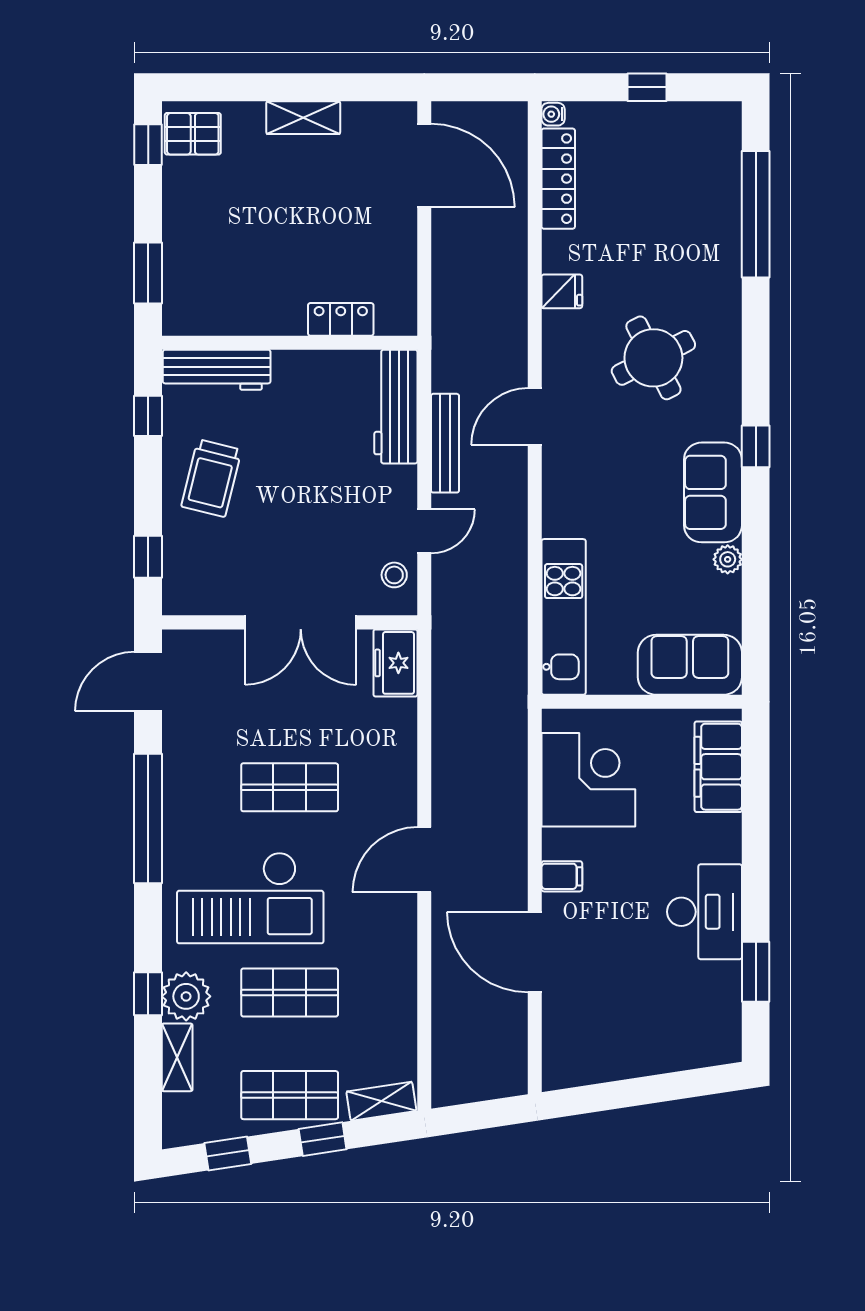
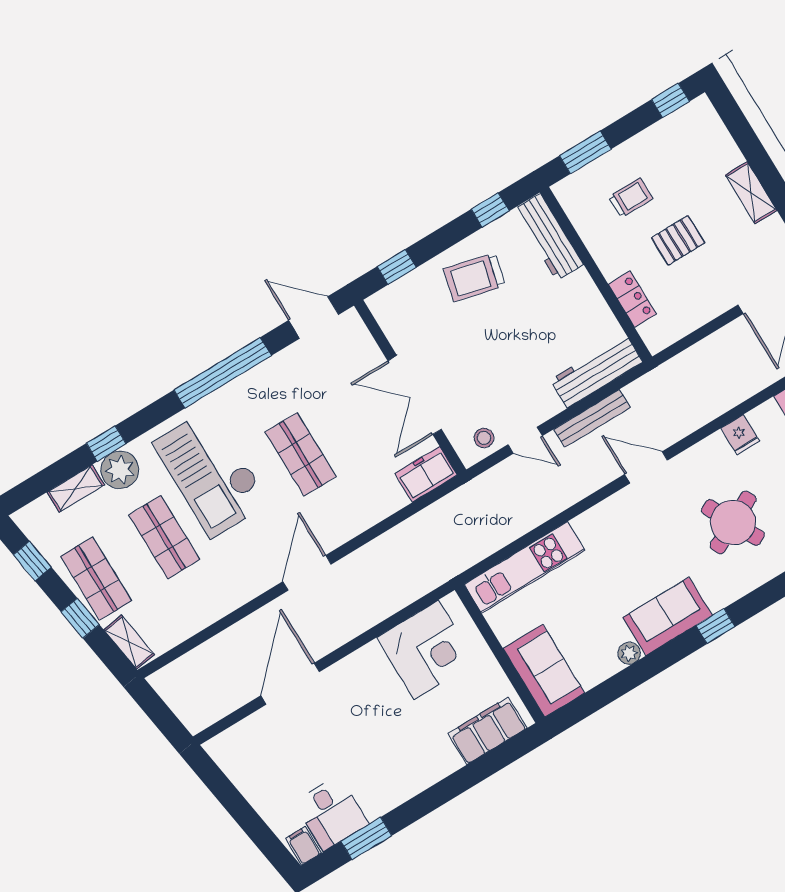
pallet: (193, 134) -> (678, 240), moved, turned 90
trolley: (228, 253) -> (631, 198), added
door: (424, 860) -> (307, 573), hinge flipped
filing cabinet: (562, 876) -> (303, 846), moved, turned 180
desk: (704, 912) -> (331, 813), moved, width x0.73

